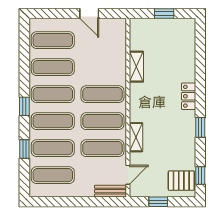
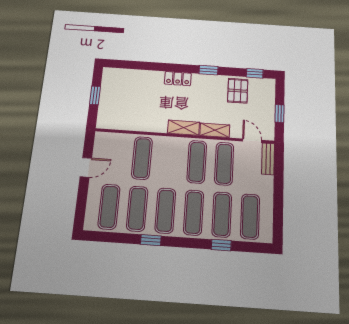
shelving: (136, 67) -> (183, 128), moved
exercise mat: (102, 94) -> (142, 158), moved
window: (24, 106) -> (151, 240), moved
pallet: (181, 181) -> (238, 91), moved

